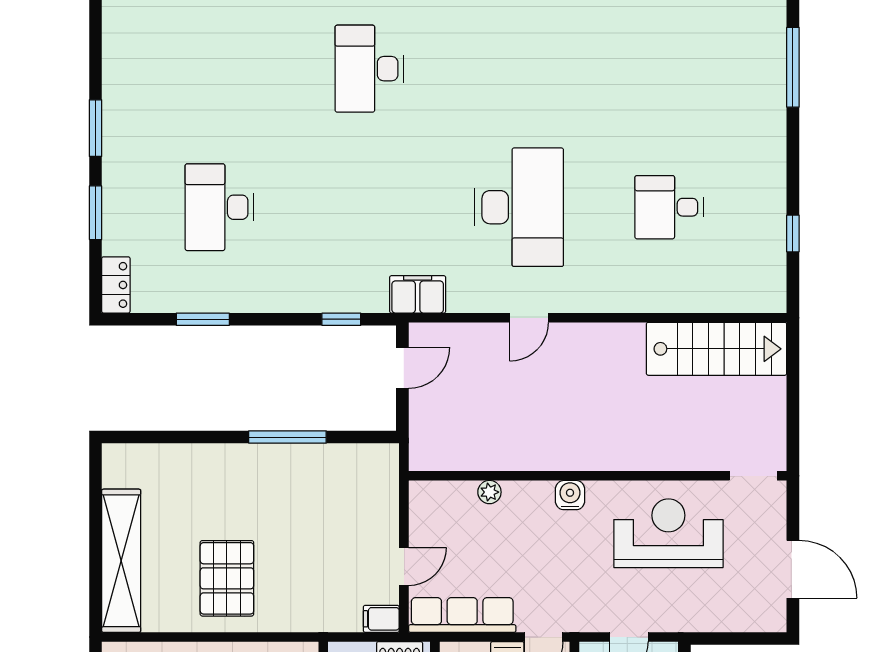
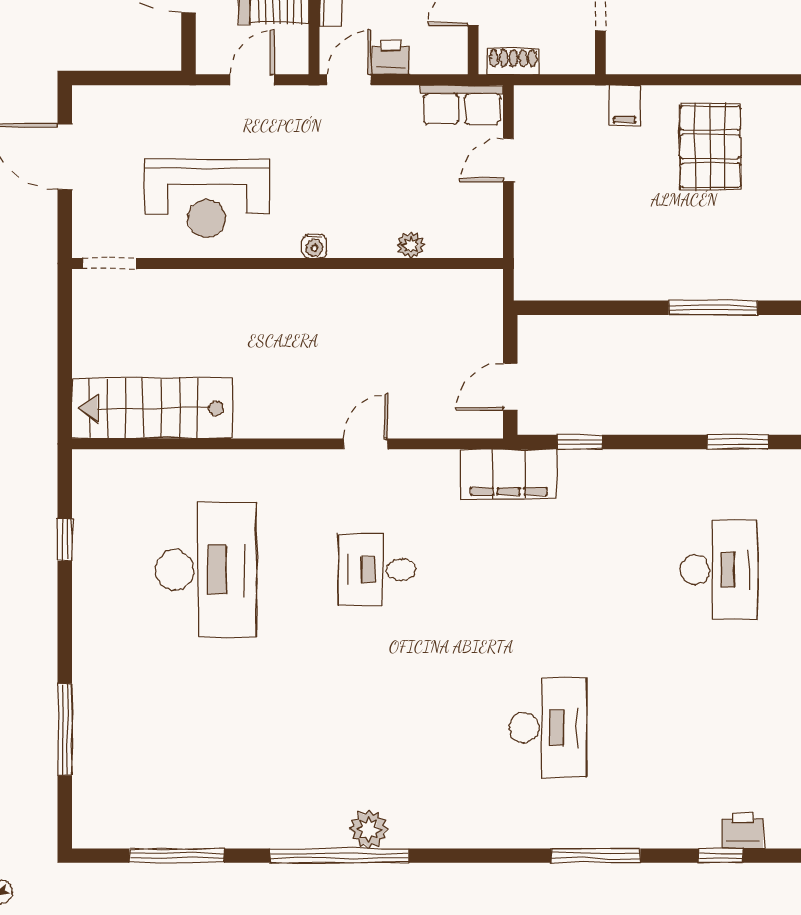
desk: (519, 207) -> (377, 570), width x0.53, depth x0.77
desk: (669, 207) -> (206, 570), width x1.87, depth x1.30
filing cabinet: (418, 294) -> (509, 474), width x1.50, depth x1.17
window: (287, 437) -> (713, 308), moved
water cooler: (570, 495) -> (314, 246), width x0.72, depth x0.72
row of seats: (462, 615) -> (462, 105), width x0.68
filing cabinet: (381, 619) -> (625, 105), moved, turned 90

